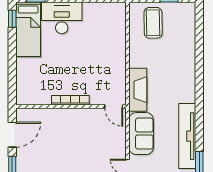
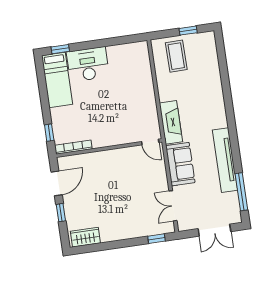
window: (12, 19) -> (49, 133), moved
bookcase: (70, 100) -> (73, 147), moved

